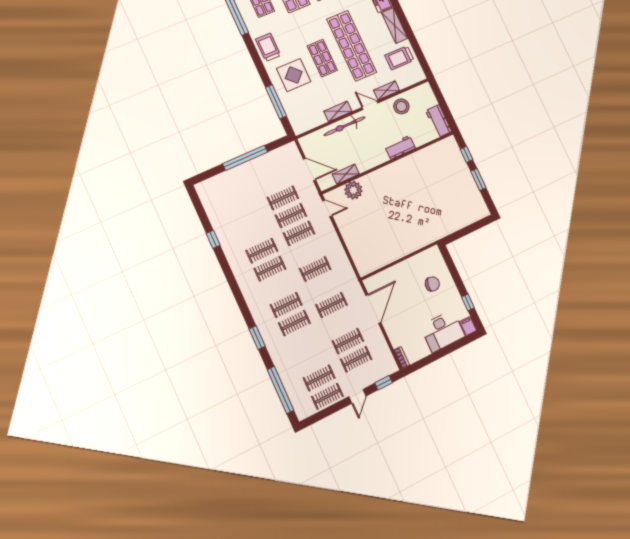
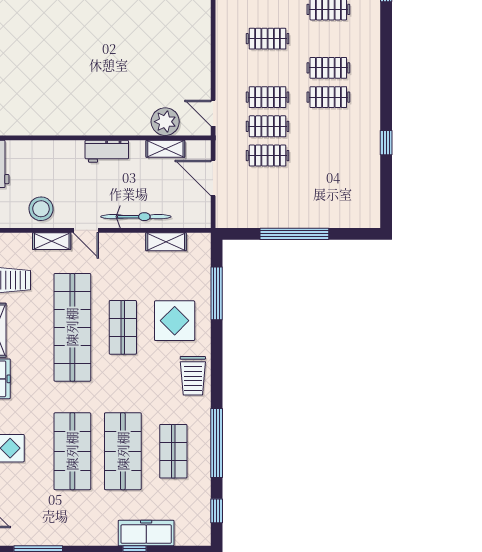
shelving: (338, 111) -> (166, 242), moved
workbench: (400, 147) -> (107, 151), moved

